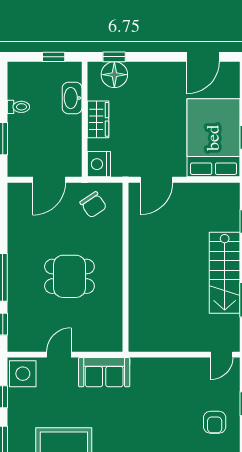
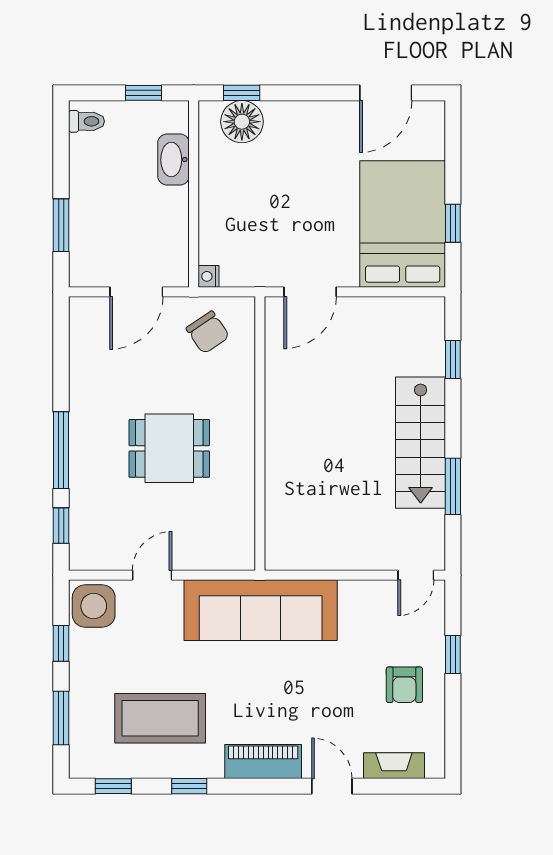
toilet: (18, 107) -> (86, 121), moved
wardrobe: (98, 119) -> (215, 194), removed
nightstand: (99, 164) -> (209, 276), width x0.53, depth x0.56
sofa: (104, 372) -> (261, 610), width x1.85, depth x1.27

